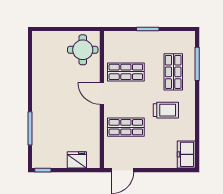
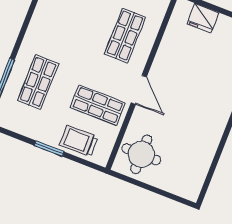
trolley: (166, 110) -> (79, 141), moved
shop shelf: (126, 127) -> (125, 35), turned 90

